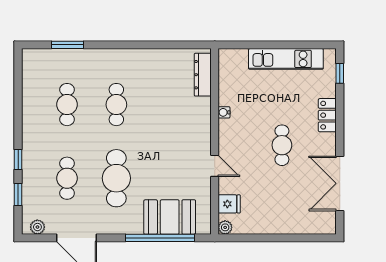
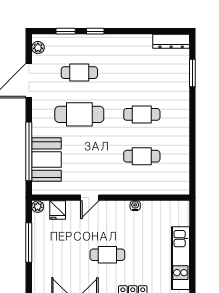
dresser: (203, 75) -> (171, 41), moved, turned 180
cafe table: (67, 105) -> (142, 156), moved
window: (268, 238) -> (29, 243), added

